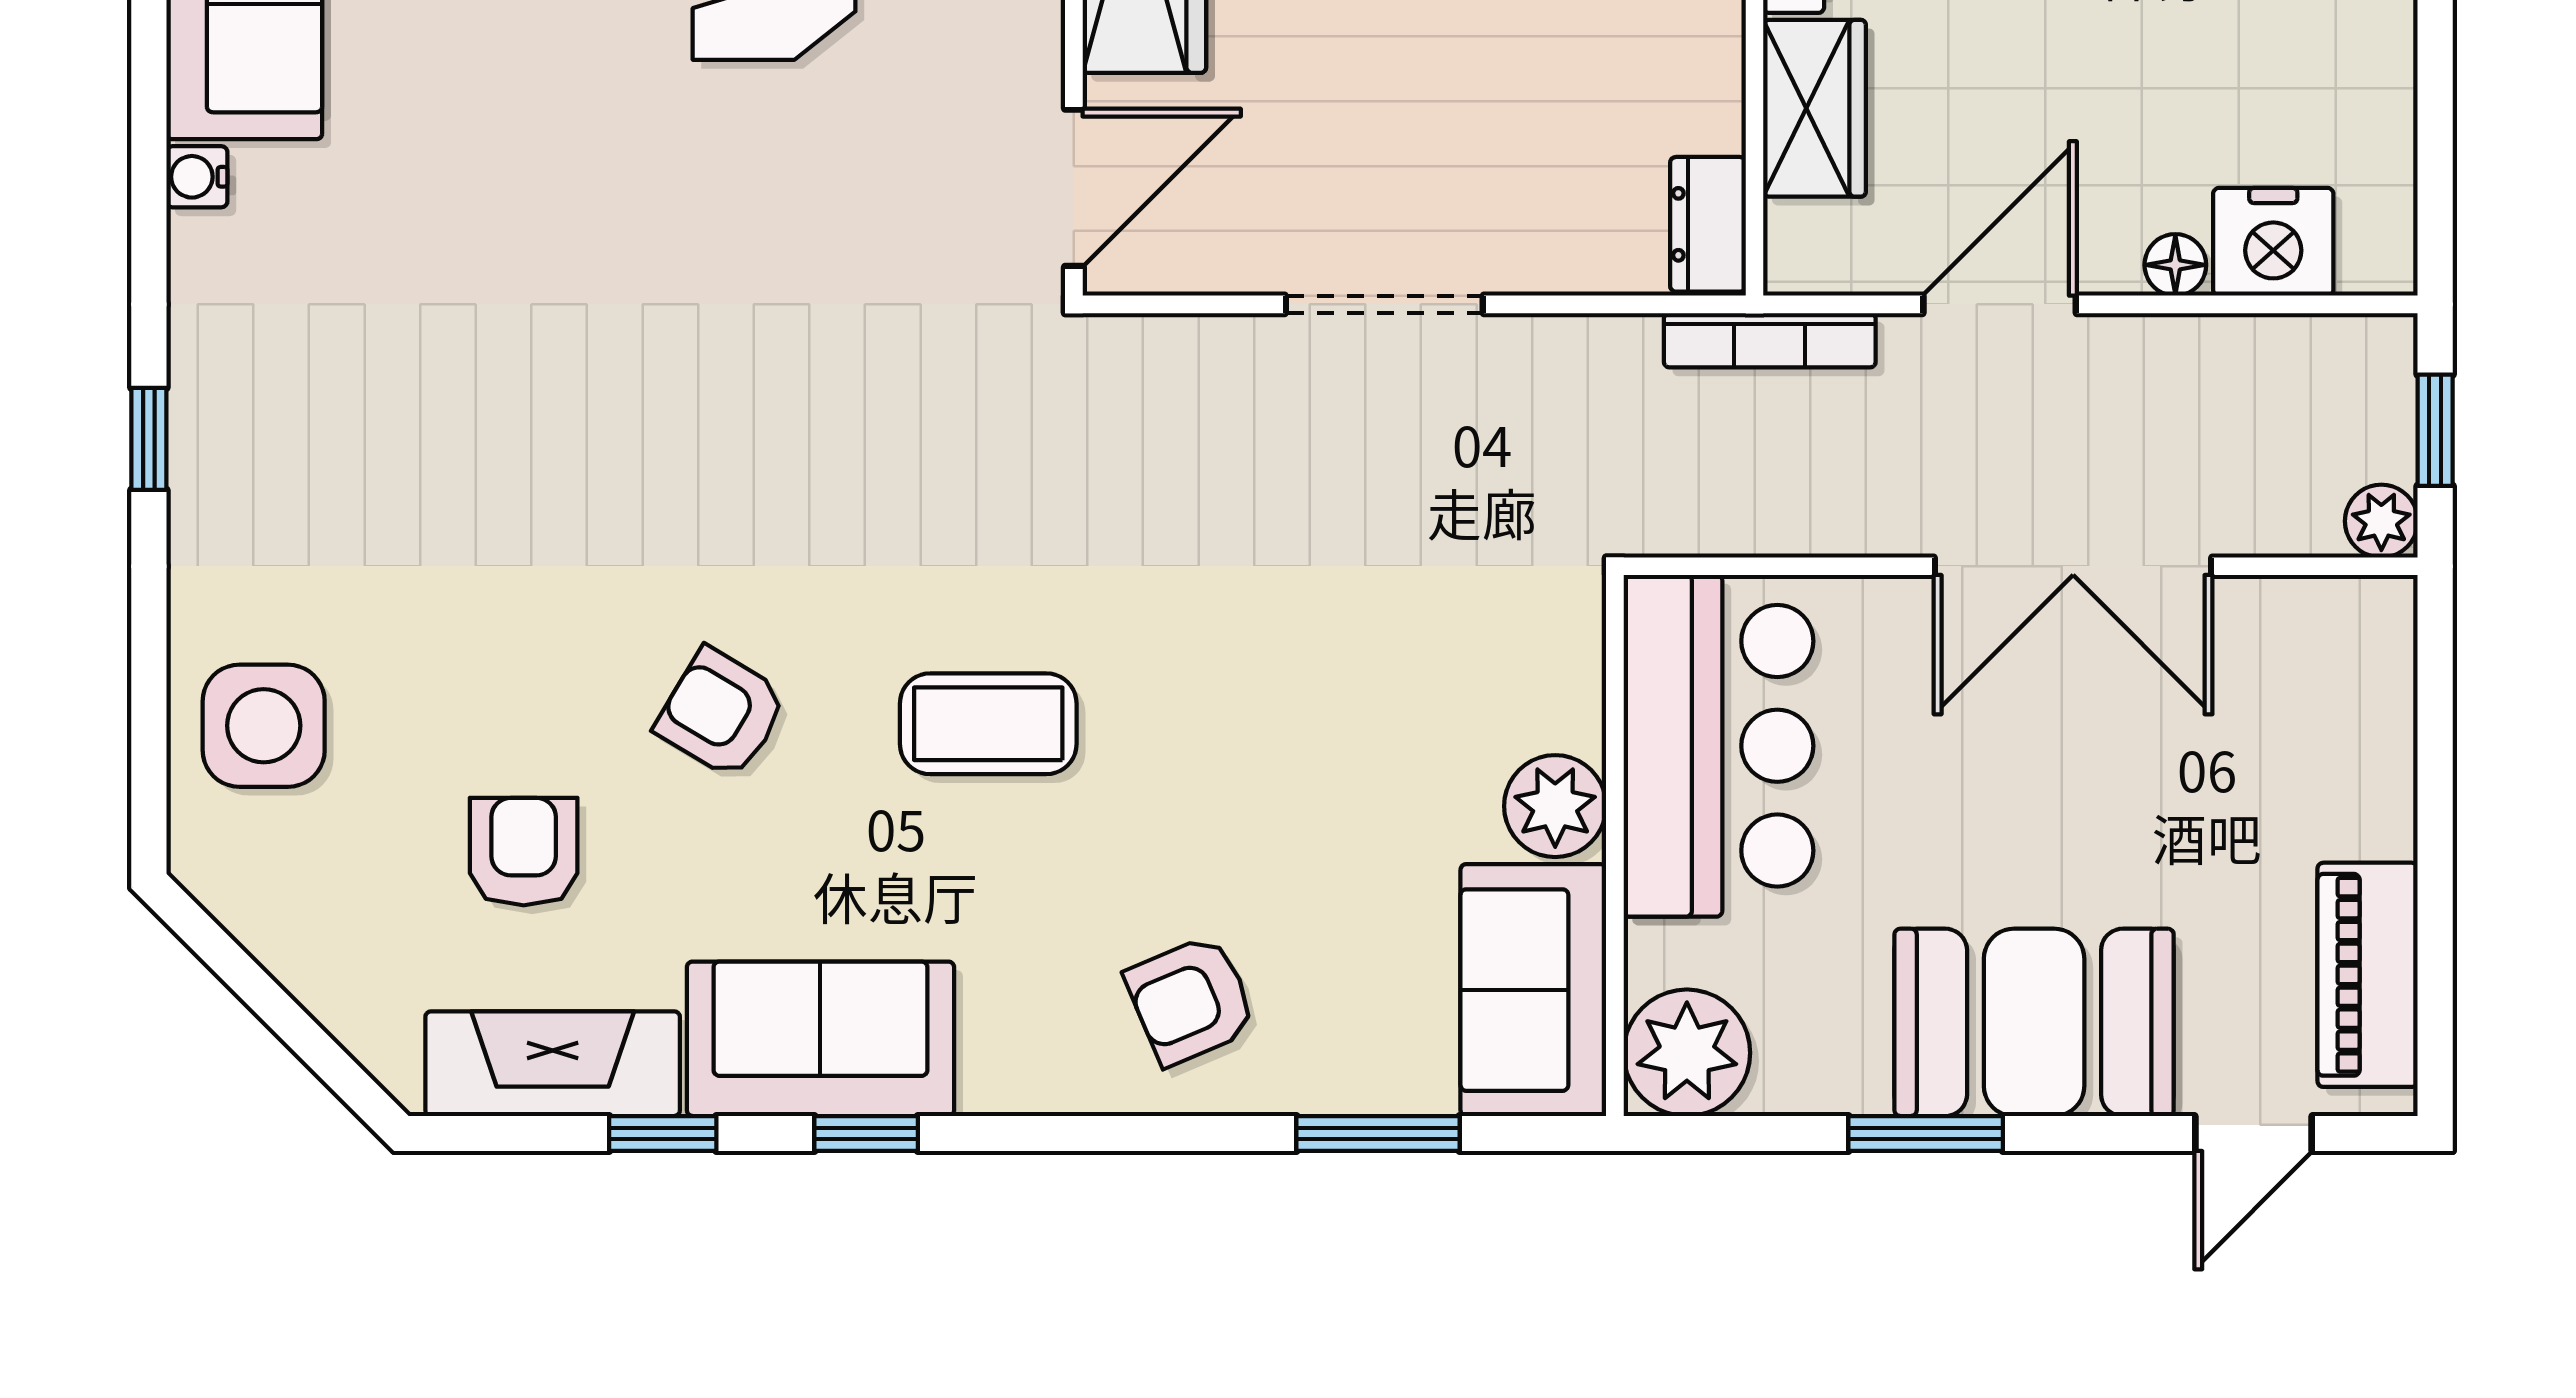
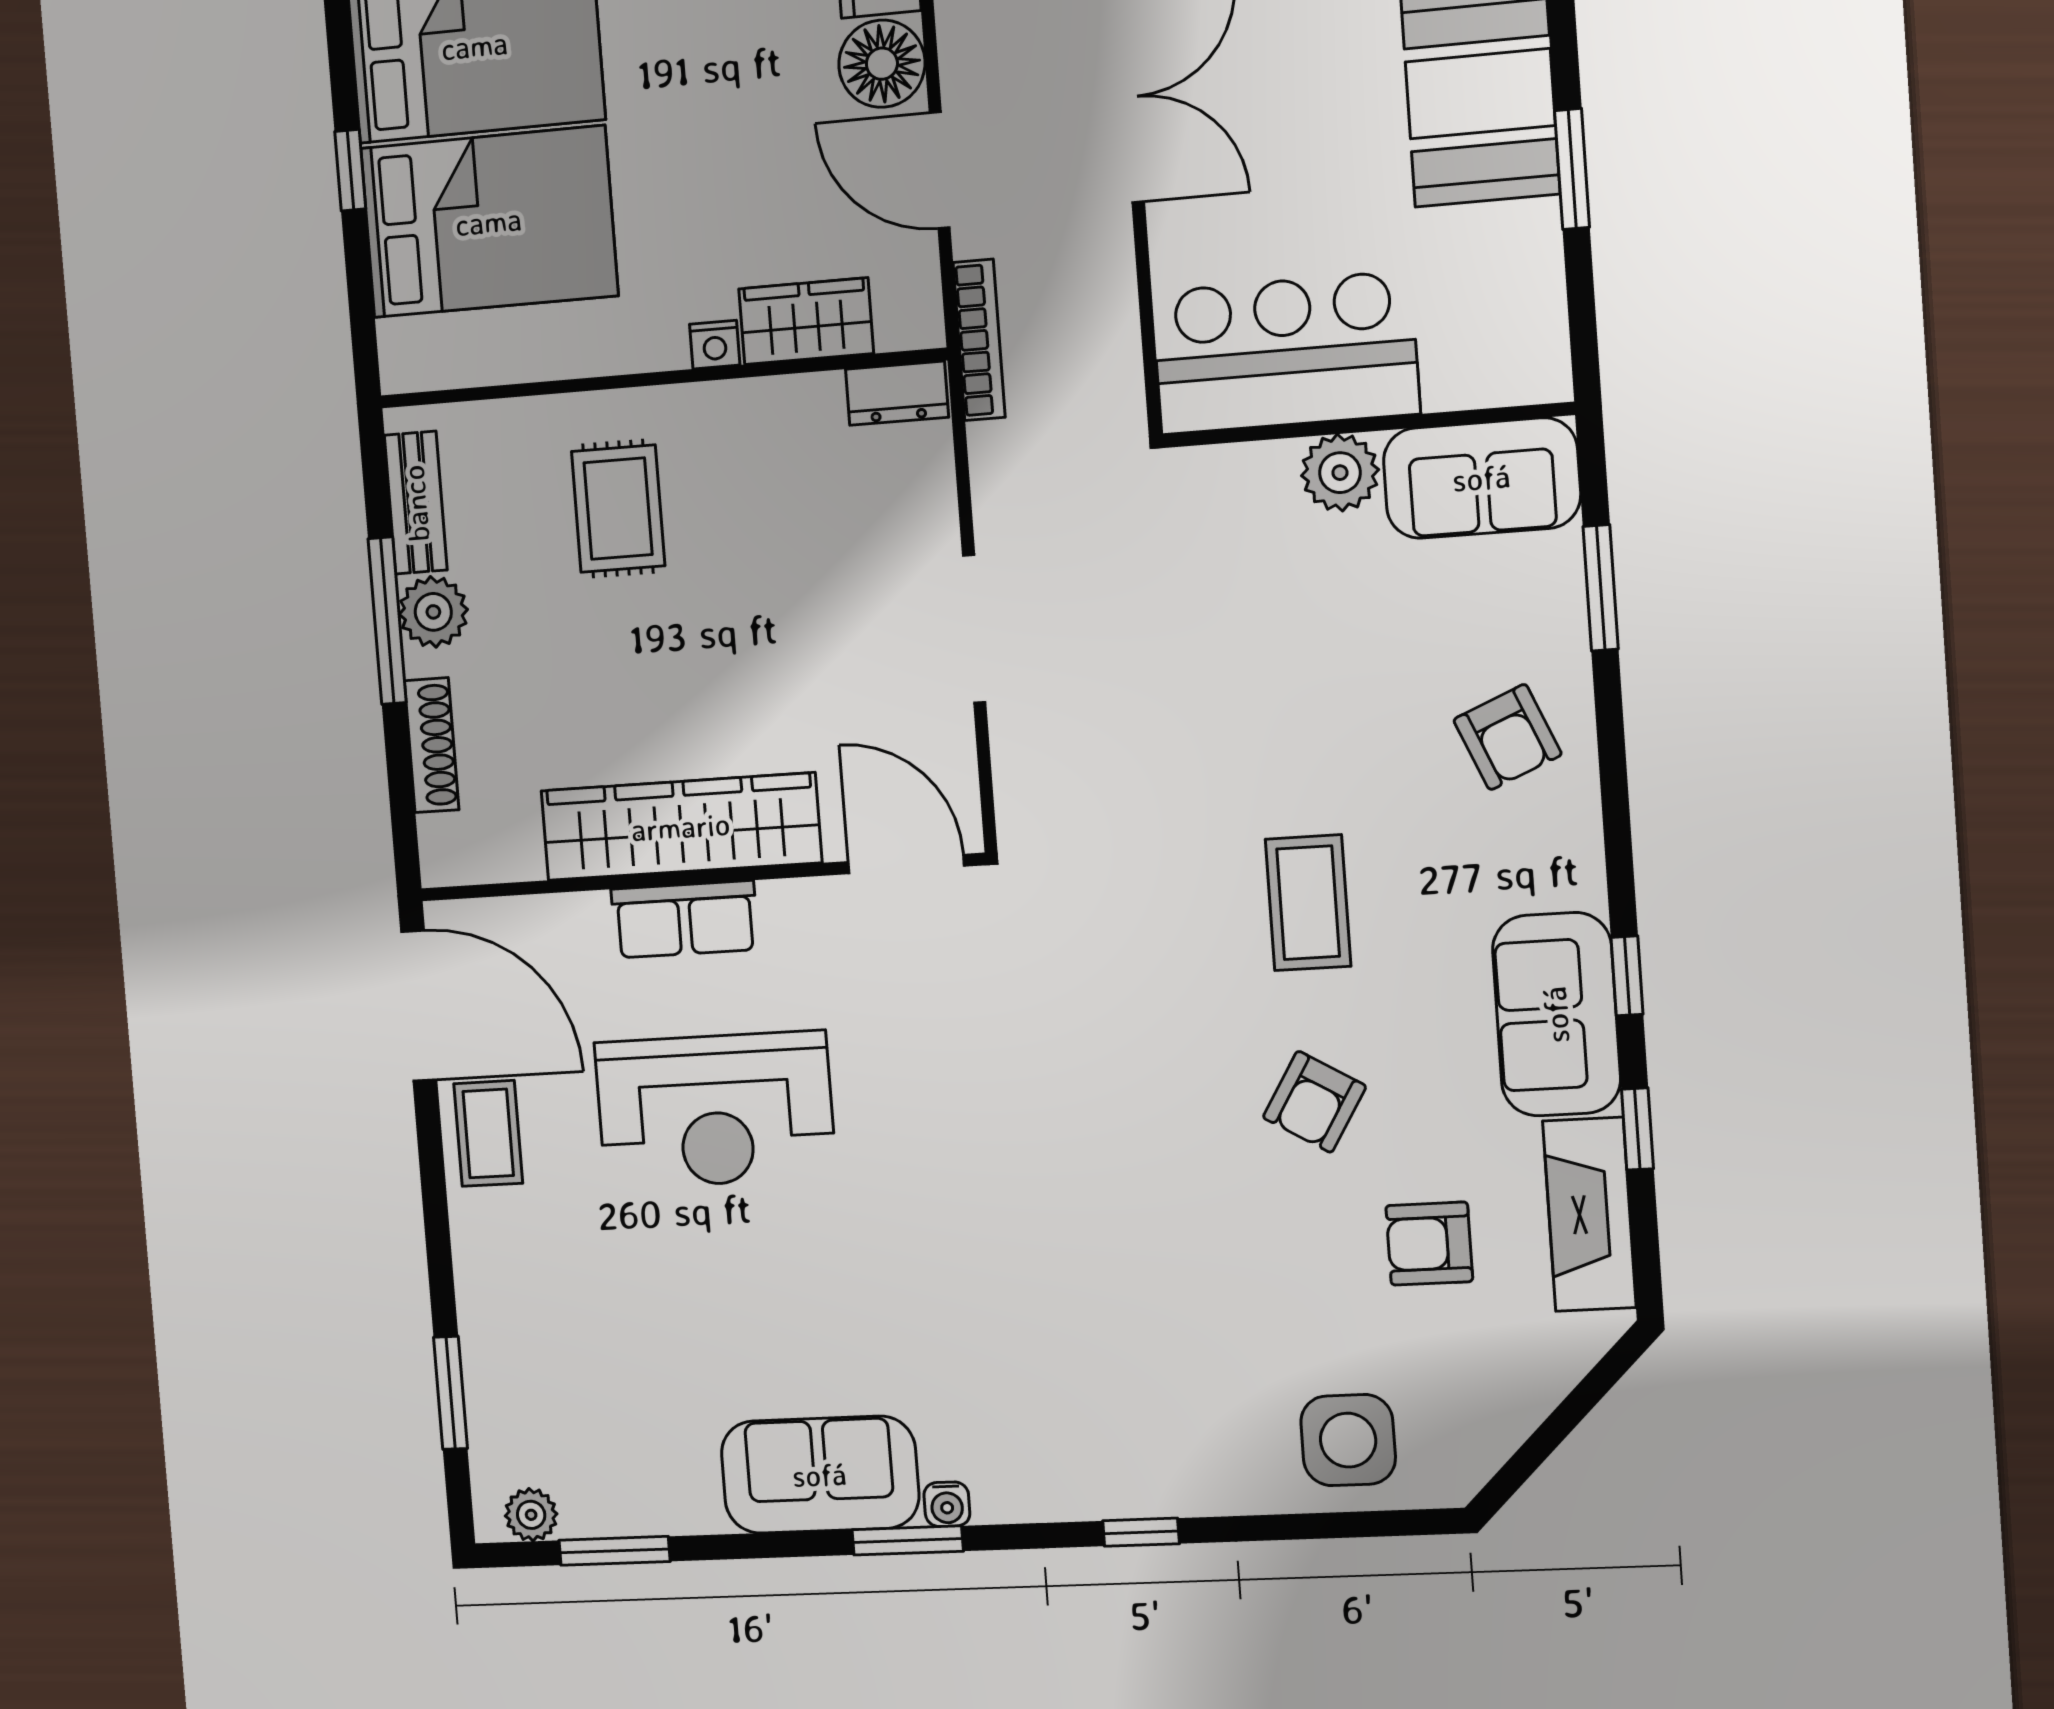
window: (149, 119) -> (908, 1540), added
floor lamp: (2175, 265) -> (882, 64), width x1.89, depth x1.89
plant: (1687, 1053) -> (1522, 357), removed

